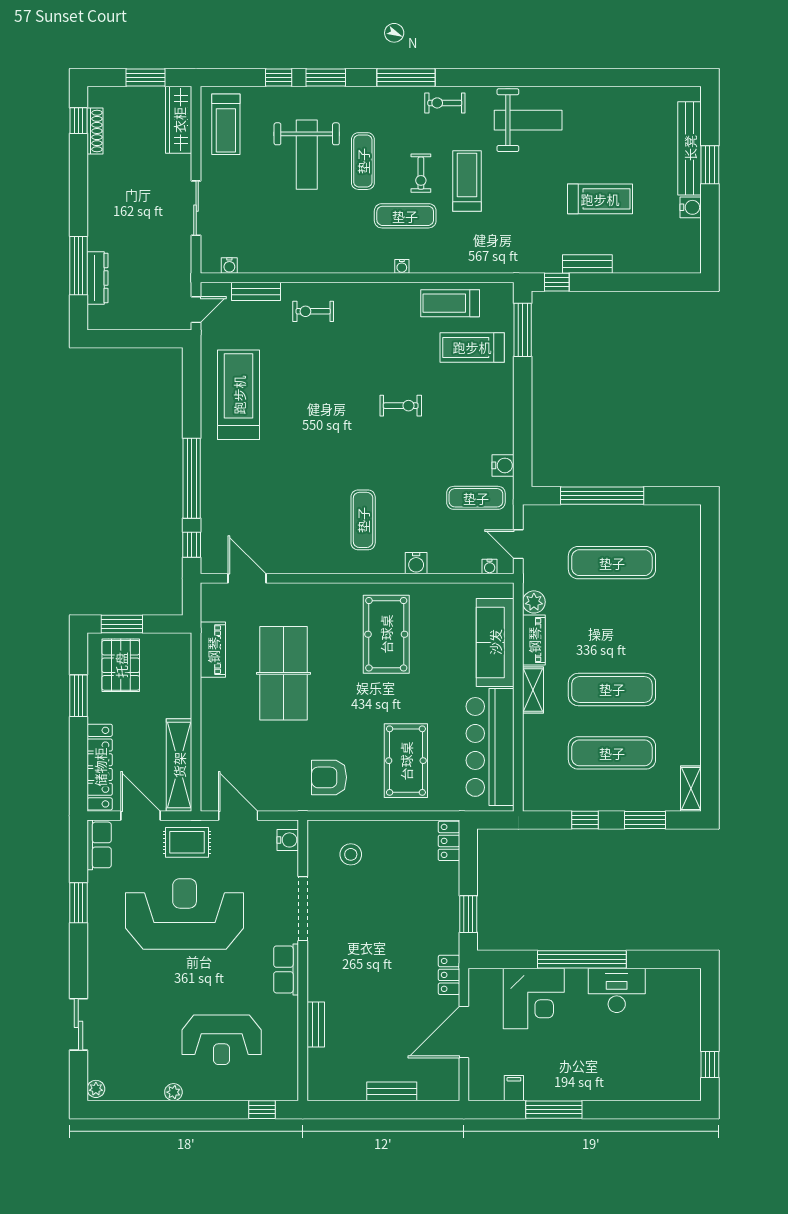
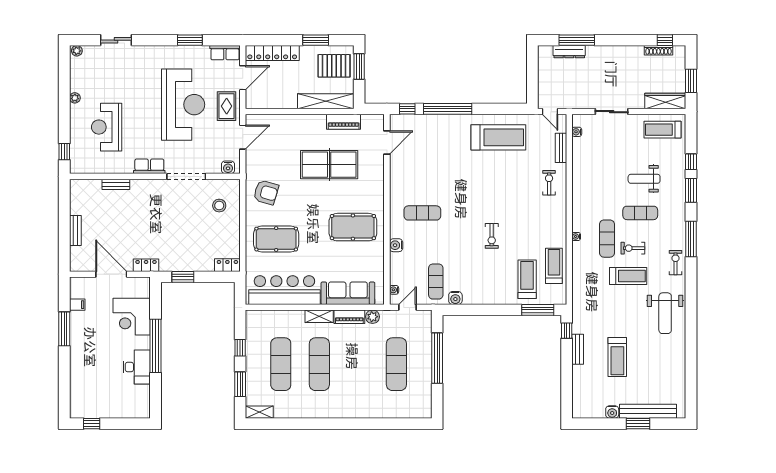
weight bench: (307, 155) -> (644, 179), width x0.73, depth x0.75
shelving: (179, 765) -> (326, 101), moved
armchair: (329, 777) -> (266, 192), turned 106

